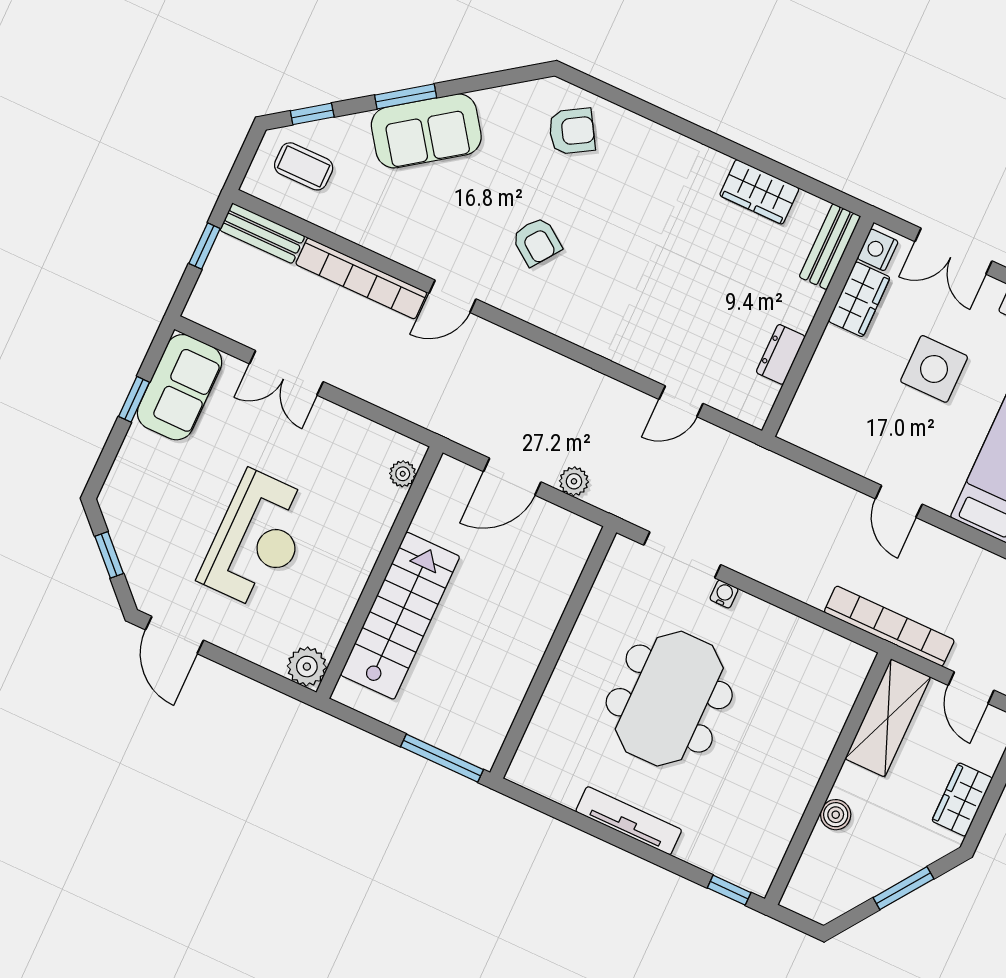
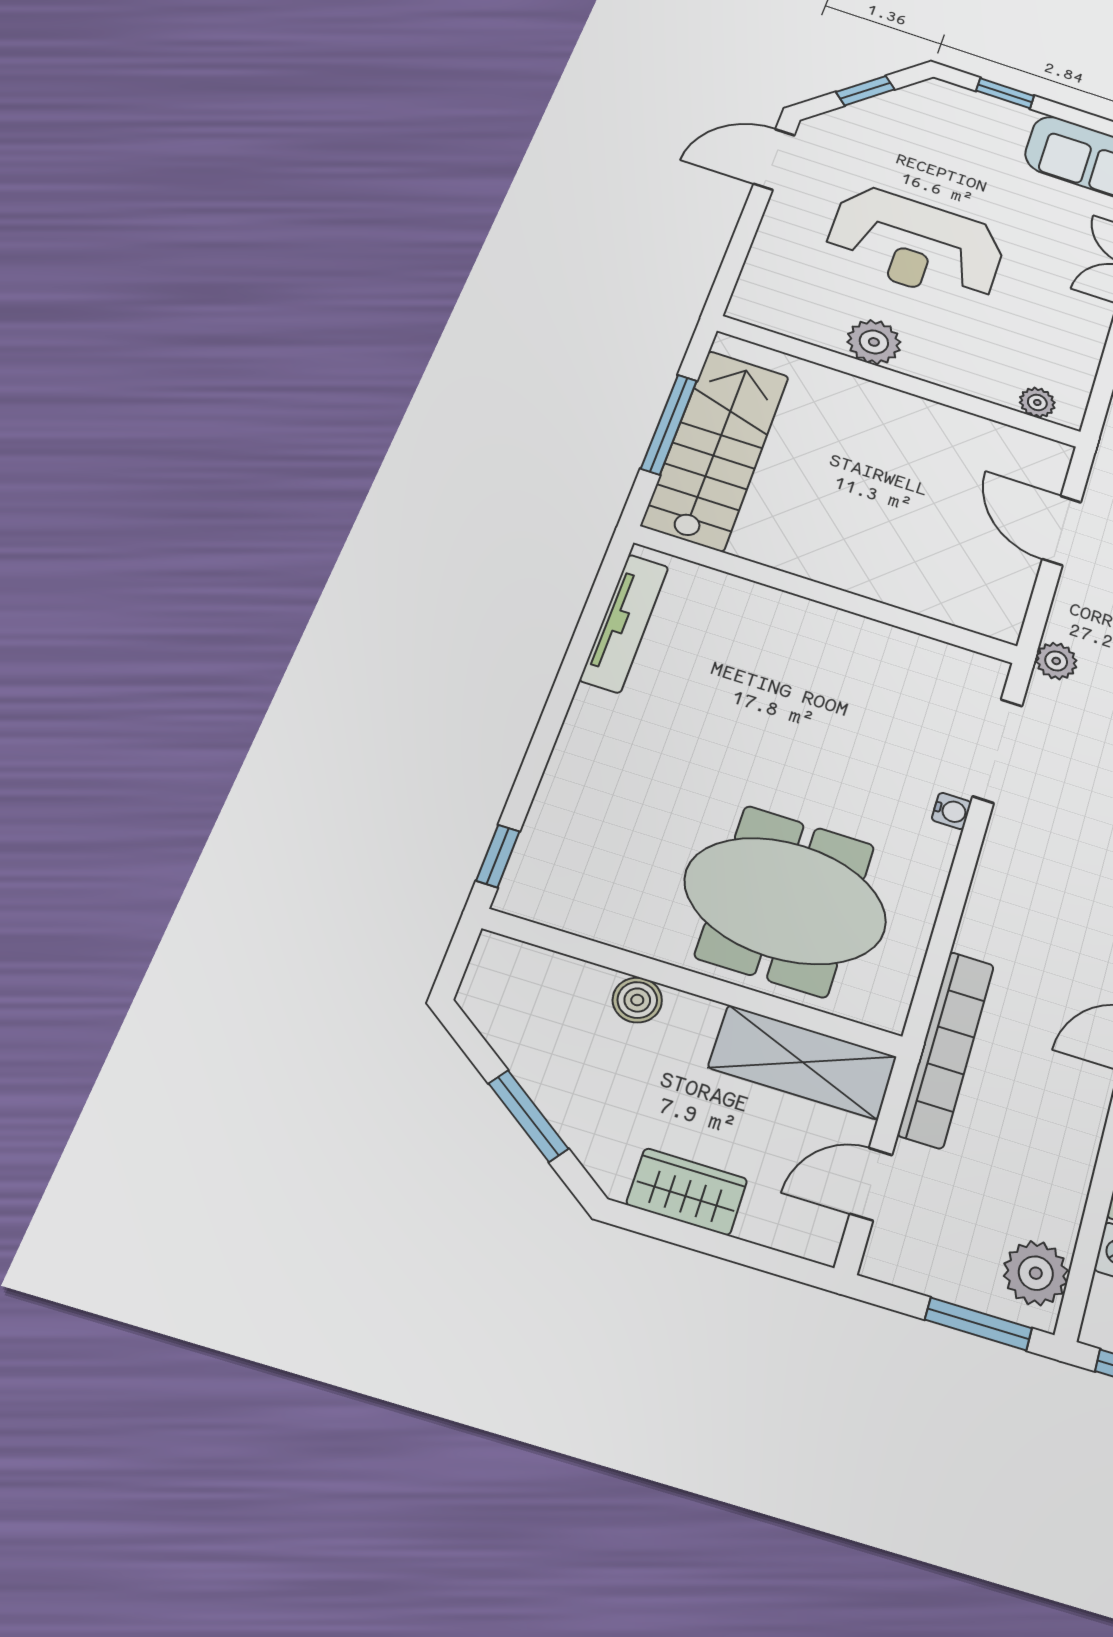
window: (134, 399) -> (1005, 93), moved
plant: (574, 481) -> (1056, 661), moved
stairs: (400, 616) -> (716, 450), moved, turned -90
plant: (307, 667) -> (874, 342), moved
meeting table: (669, 699) -> (786, 901), moved
window: (442, 758) -> (669, 424), moved
tv unit: (629, 821) -> (624, 623), moved

